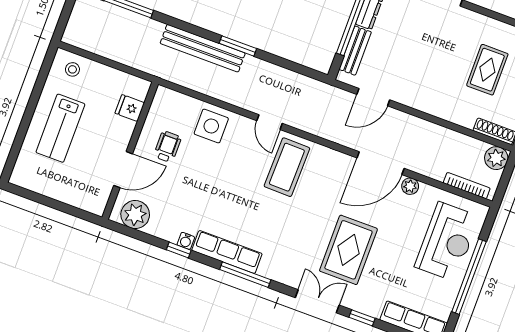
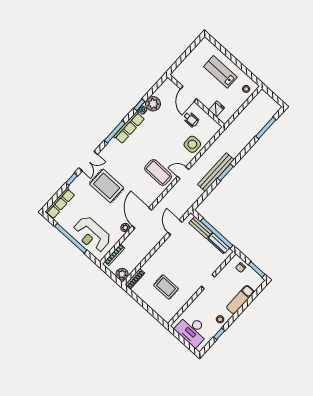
bench: (203, 48) -> (216, 172), moved
plant: (135, 215) -> (153, 104), moved

